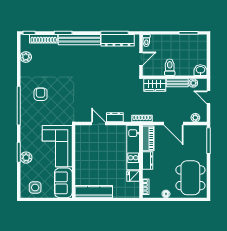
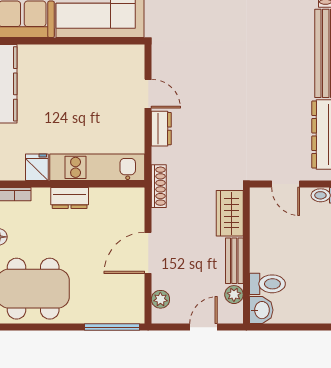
toilet: (170, 67) -> (267, 284), moved
door: (98, 124) -> (148, 94), hinge flipped
piano: (148, 138) -> (117, 199), removed

